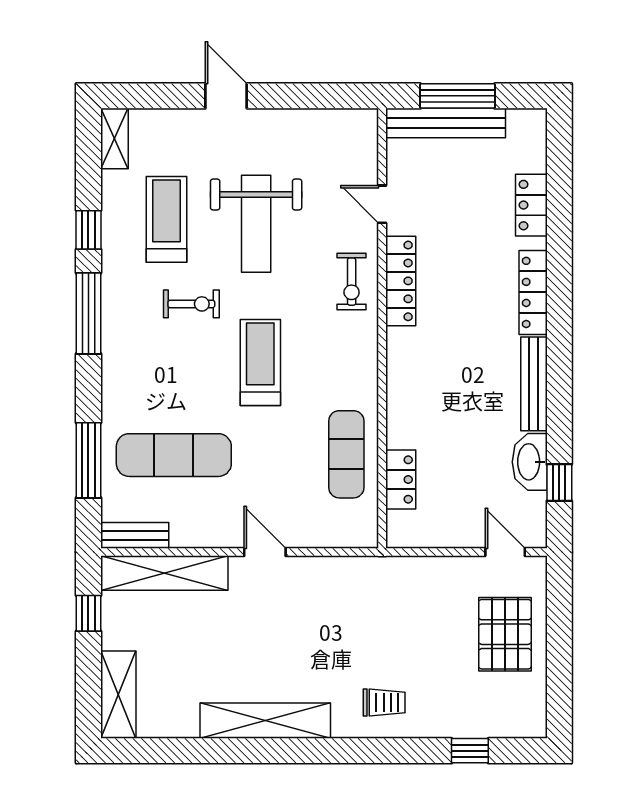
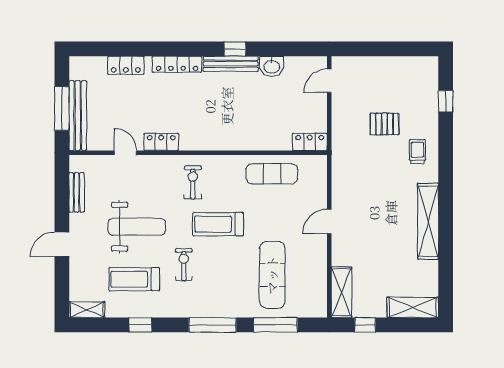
door: (382, 204) -> (125, 153), swing flipped
locker: (401, 281) -> (161, 142), width x0.66
exercise bike: (352, 282) -> (193, 182), moved, turned -90
window: (88, 313) -> (212, 325), moved
washbasin: (530, 462) -> (272, 66), width x0.72
locker: (401, 480) -> (310, 142), moved
window: (559, 483) -> (235, 49), moved
bench: (135, 535) -> (77, 192), moved
shelving: (164, 573) -> (342, 292), width x0.68
pallet: (505, 634) -> (384, 124), moved, width x0.67, depth x0.71

